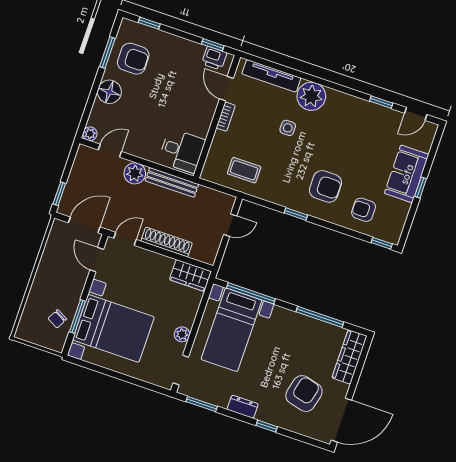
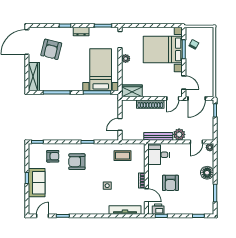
armchair: (133, 59) -> (170, 183), moved, turned -90
plant: (311, 96) -> (100, 206), removed

